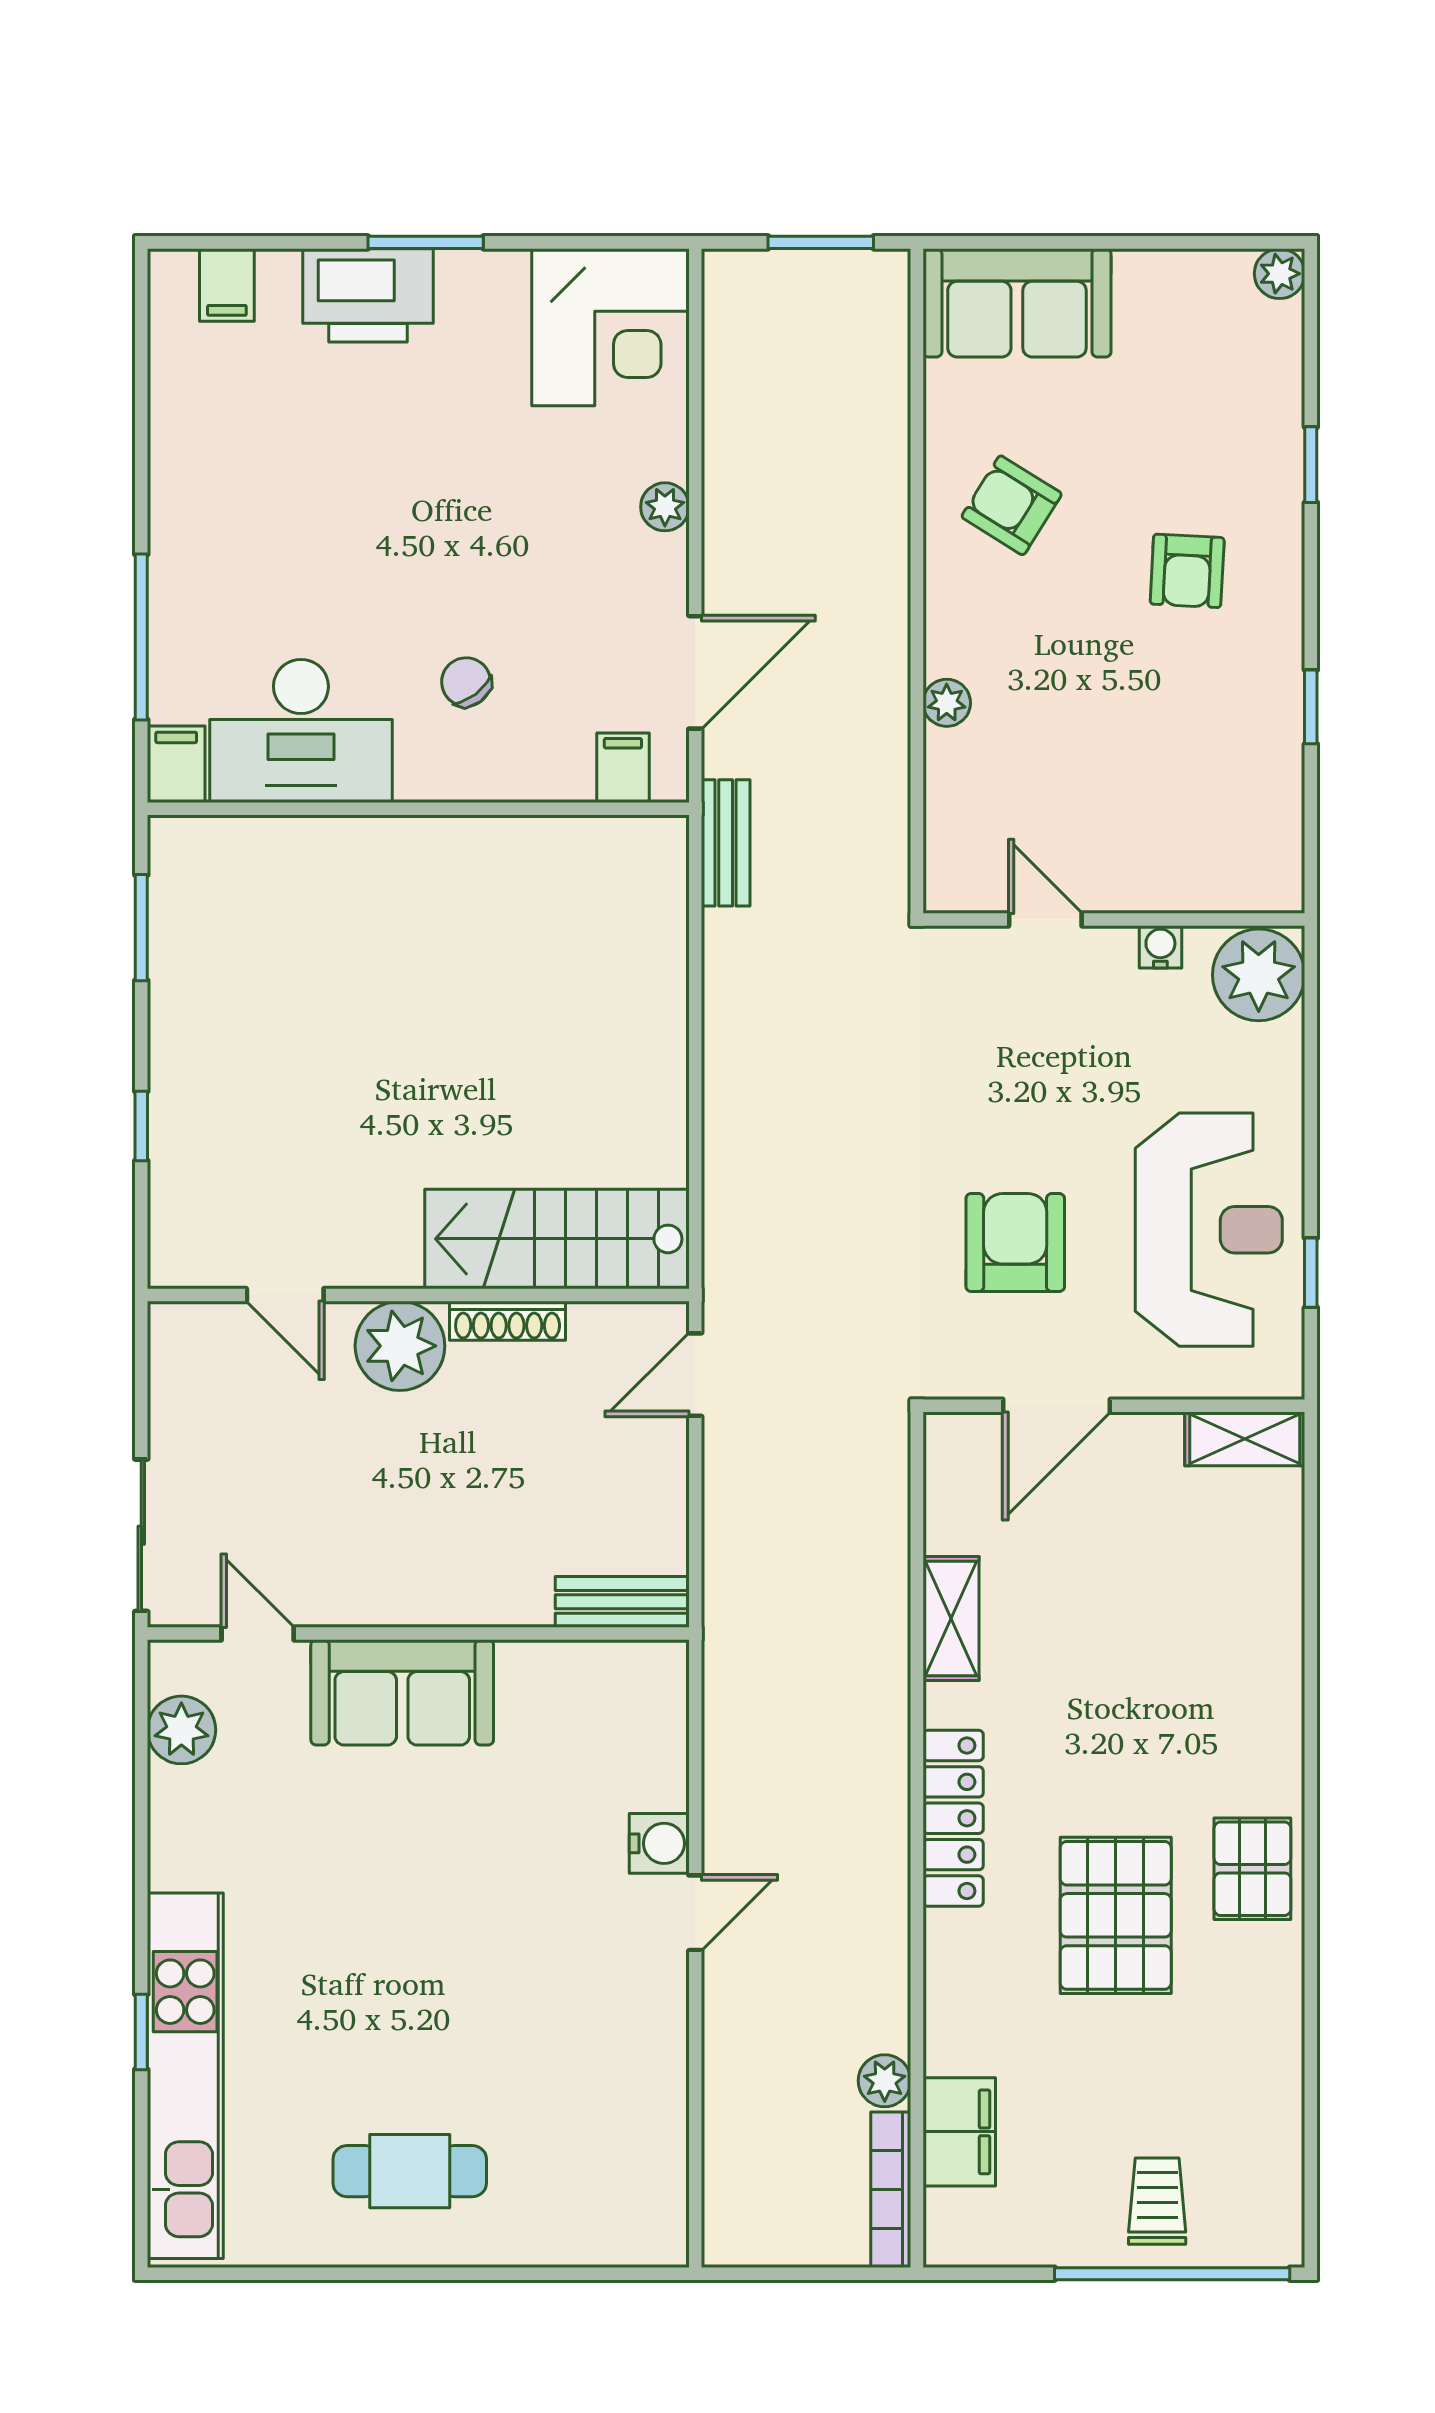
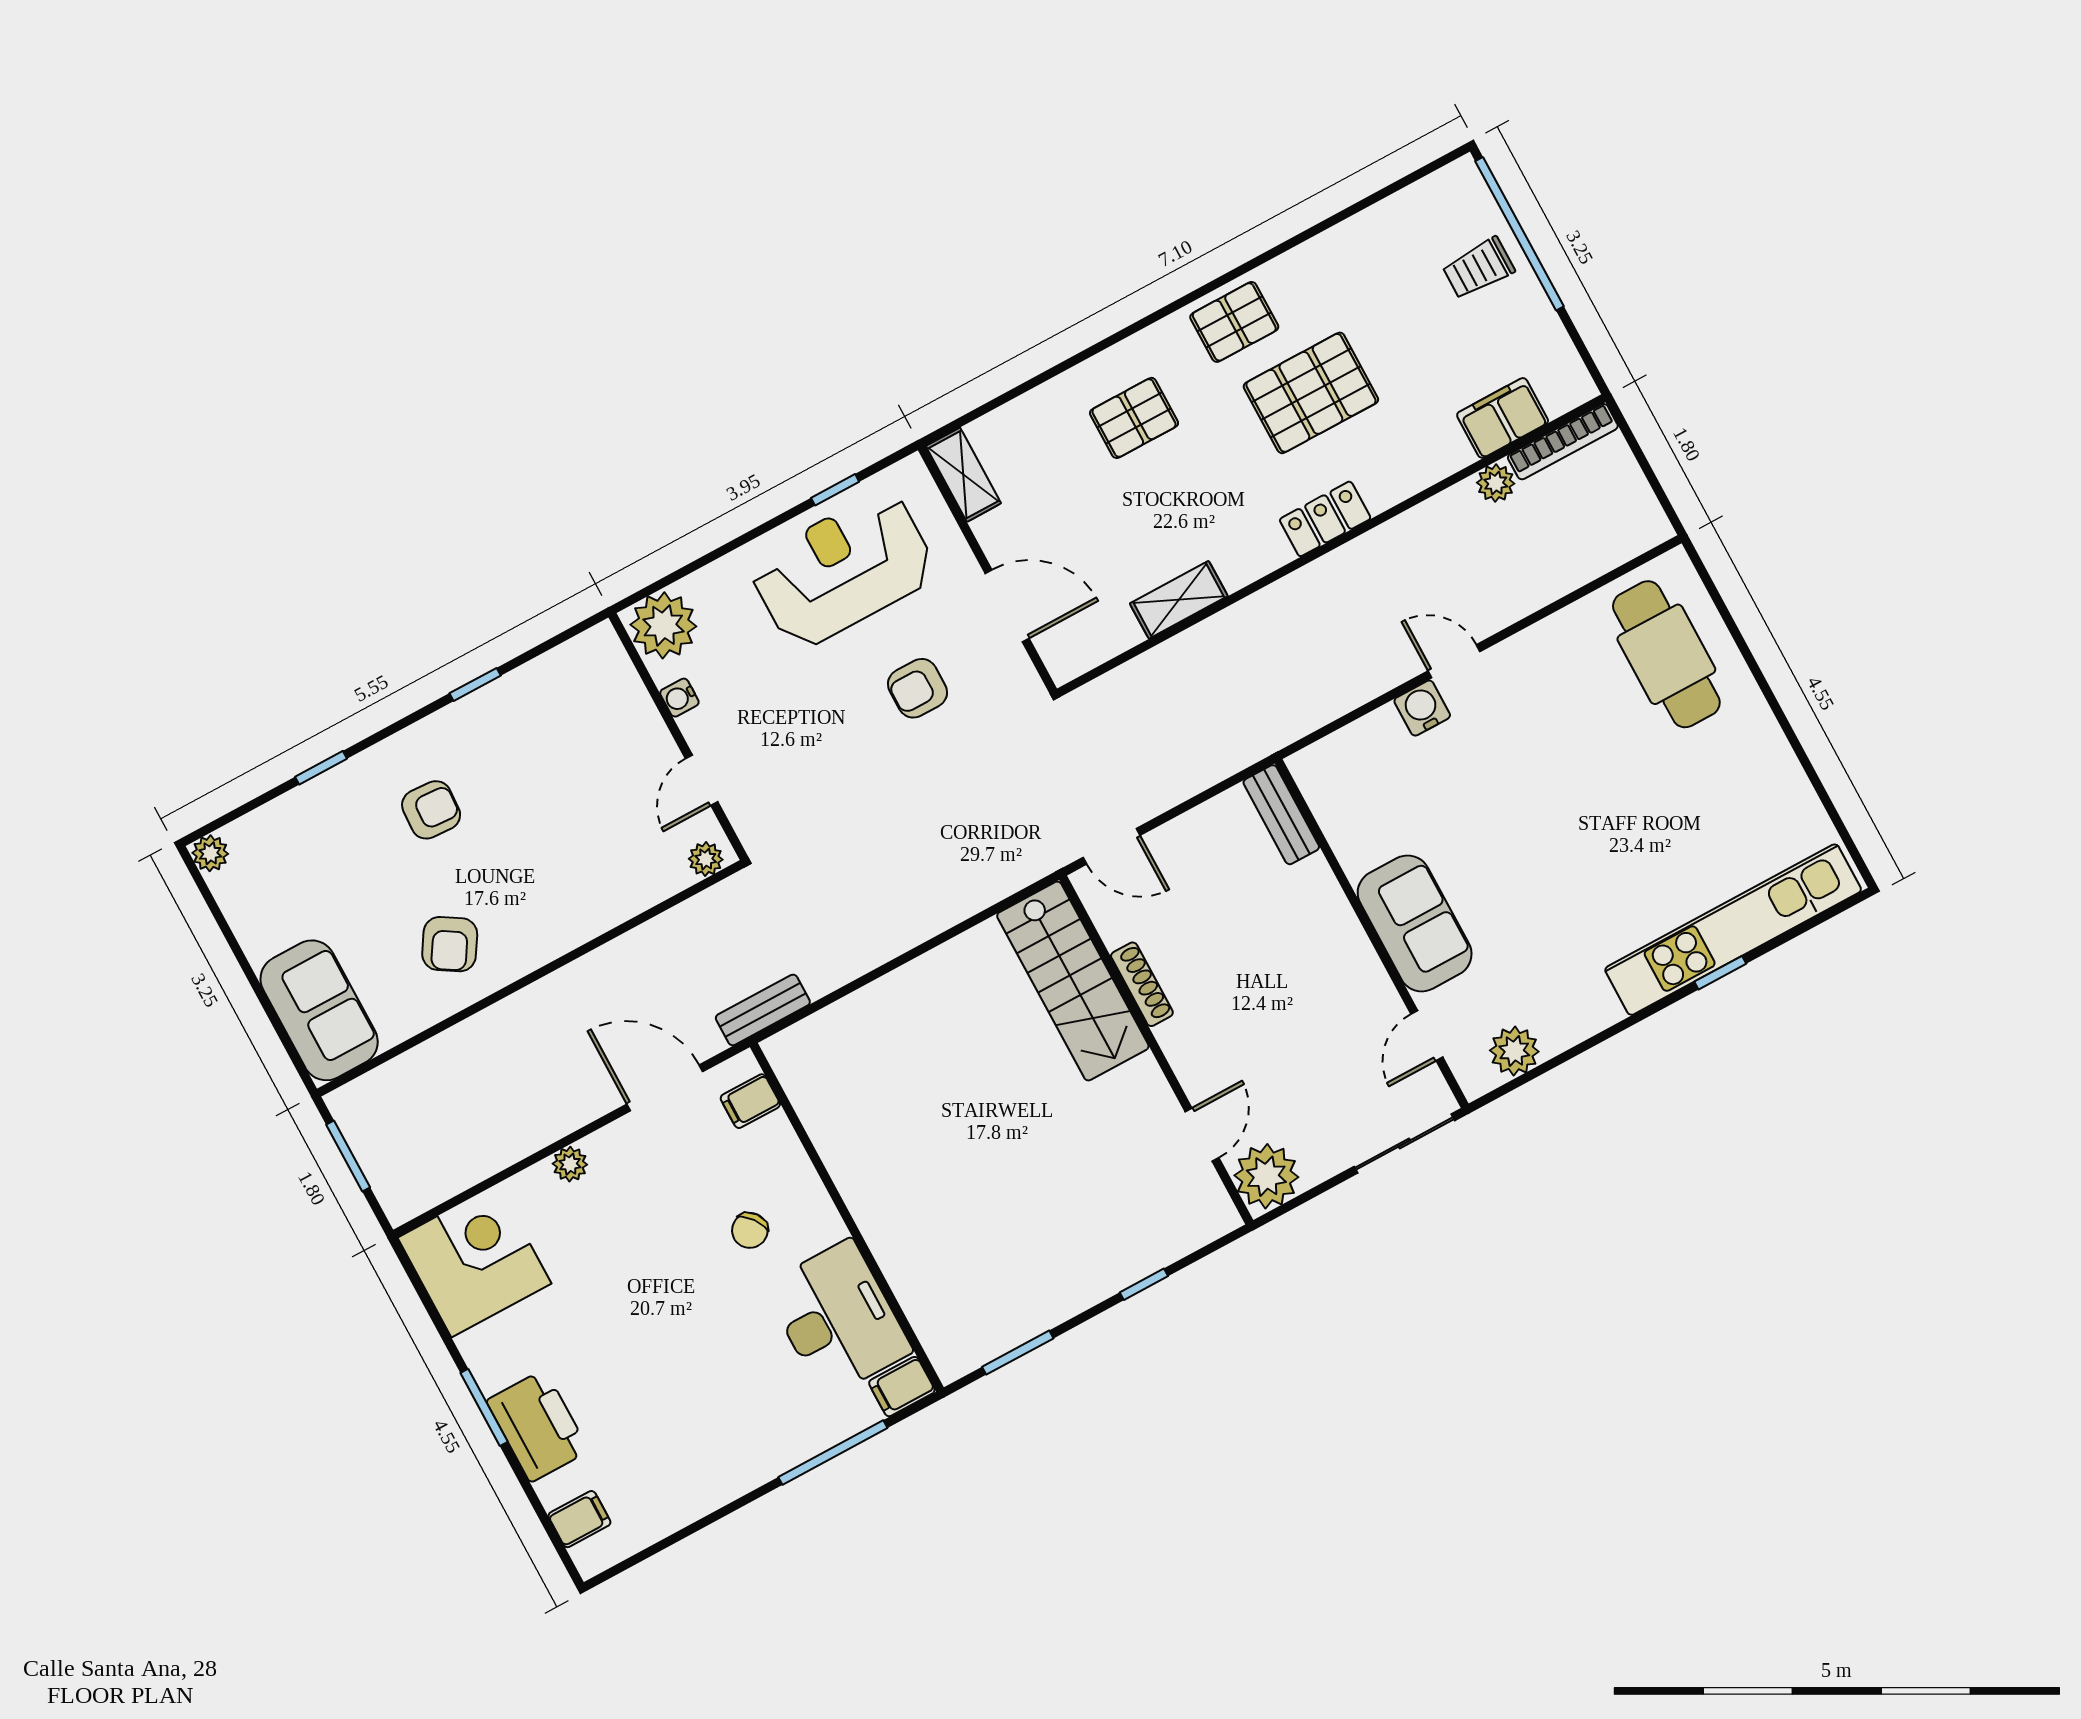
plant: (947, 703) -> (706, 859), moved
armchair: (1015, 1243) -> (917, 688), width x0.72, depth x0.72
plant: (400, 1346) -> (1266, 1176), moved
pallet: (1202, 1684) -> (1134, 418), added
locker: (953, 1818) -> (1325, 519), width x0.66
cafe table: (410, 2171) -> (1666, 654), moved, width x1.37, depth x1.35

